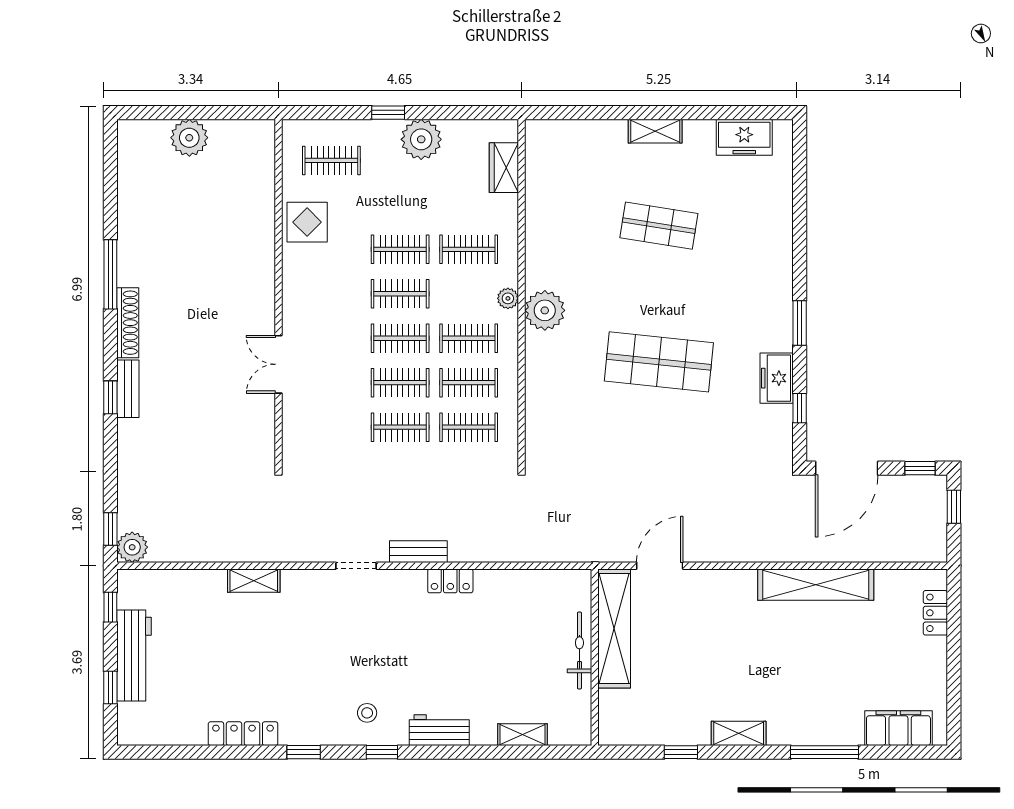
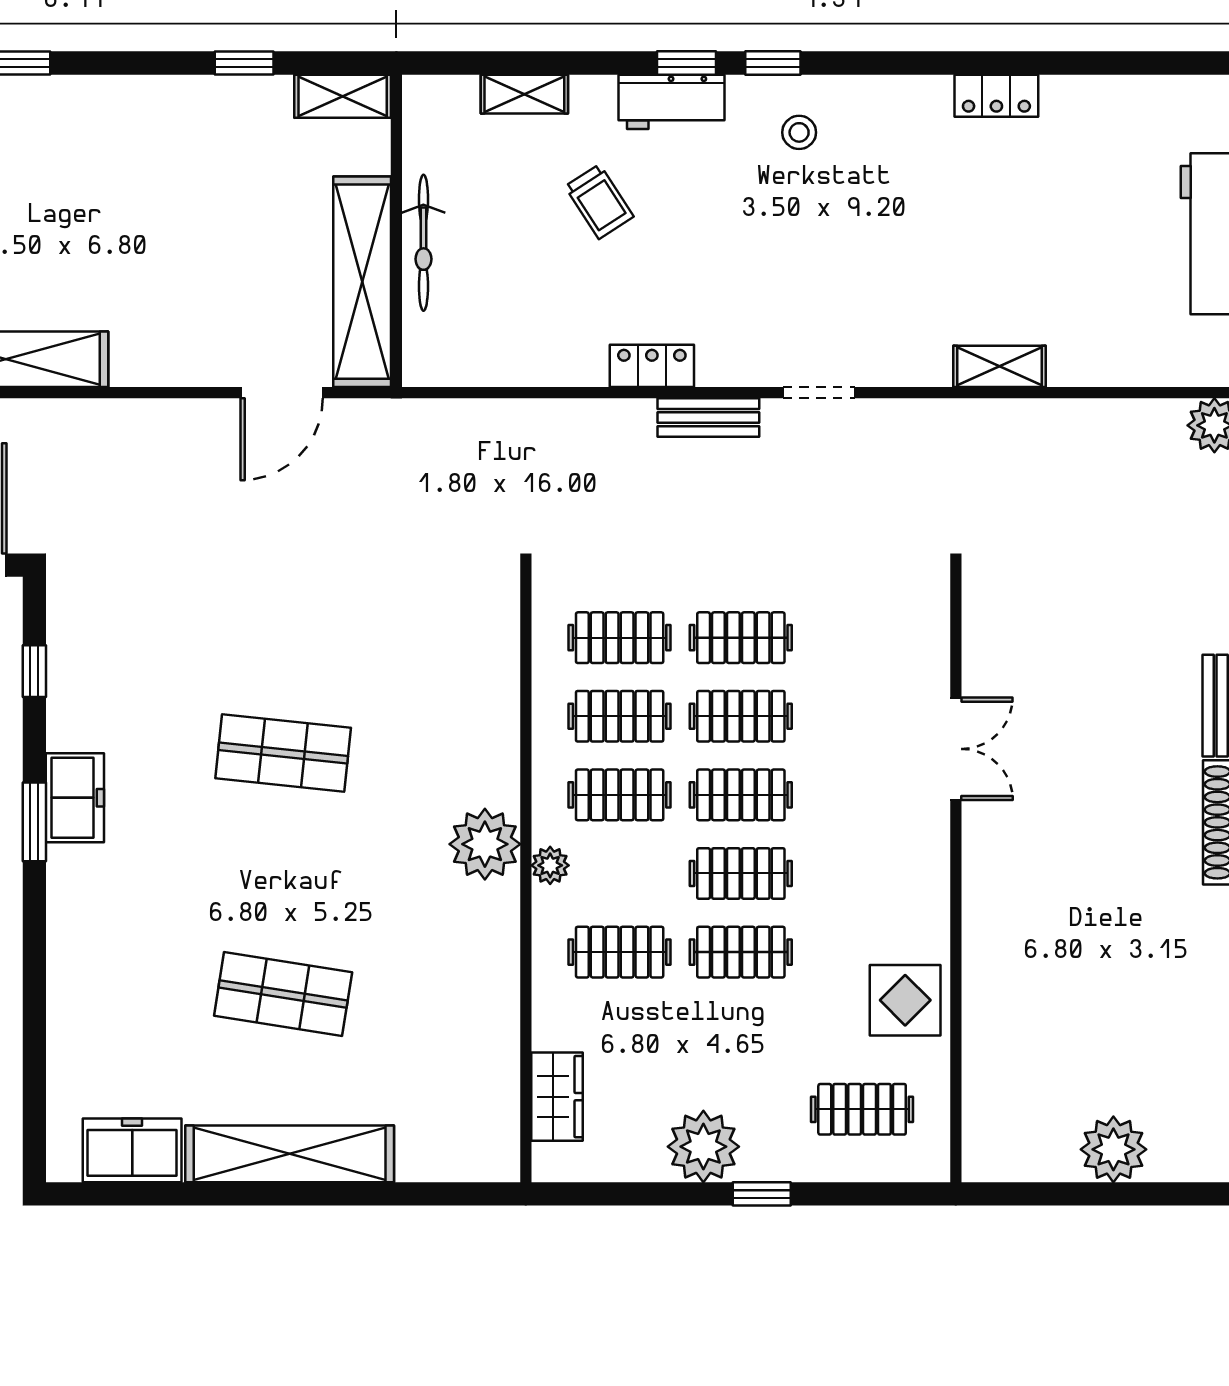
shelving: (655, 131) -> (290, 1154), width x2.20, depth x1.33
shop shelf: (659, 362) -> (283, 753), width x0.70, depth x0.74
freezer: (777, 378) -> (75, 798), moved
trolley: (480, 674) -> (599, 202), added
shelving: (739, 733) -> (343, 96), moved
locker: (243, 734) -> (996, 96), width x0.66
window: (304, 752) -> (687, 63), moved

